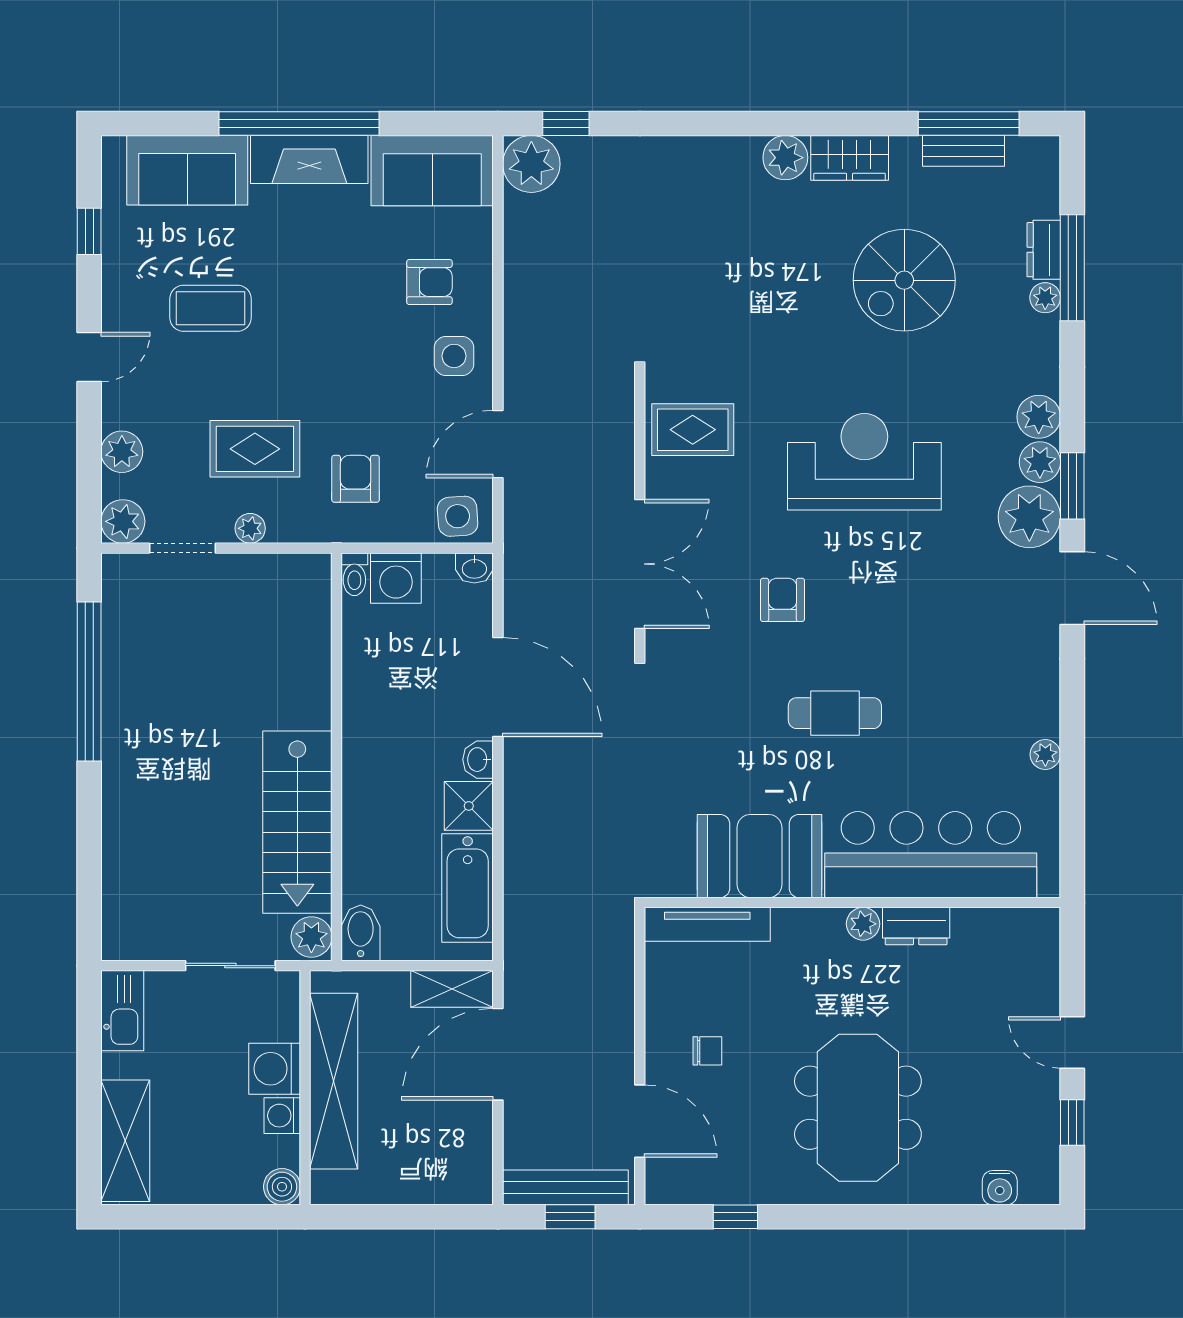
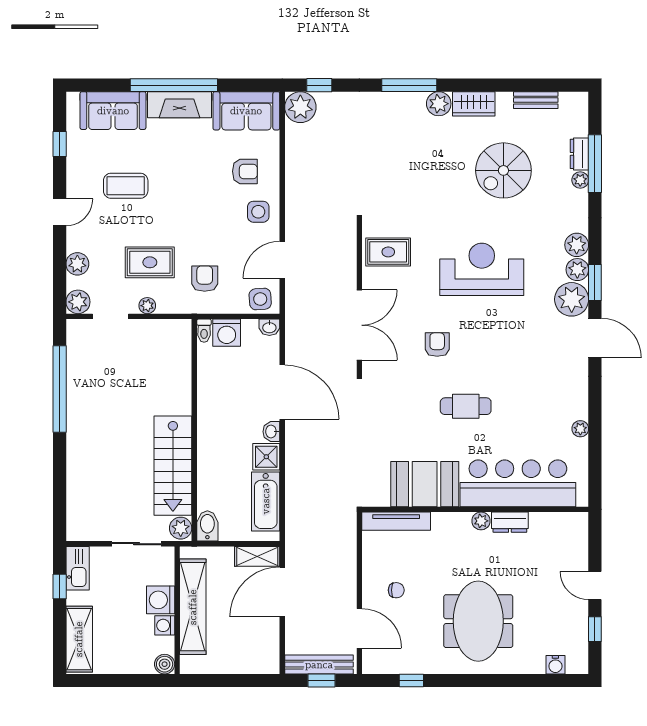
window: (969, 123) -> (409, 85), moved
window: (89, 1044) -> (60, 586), added

